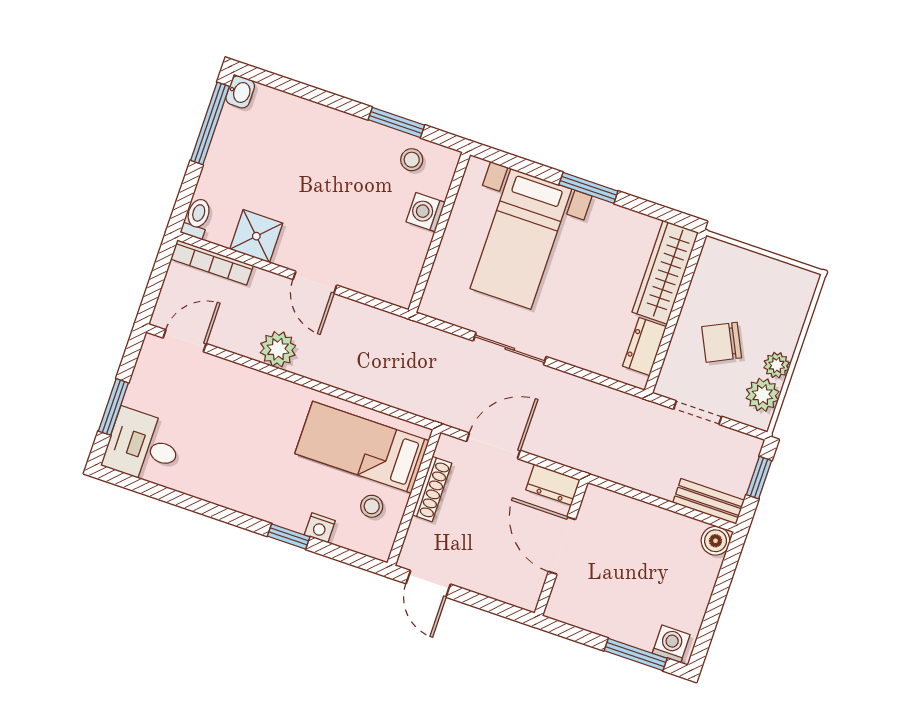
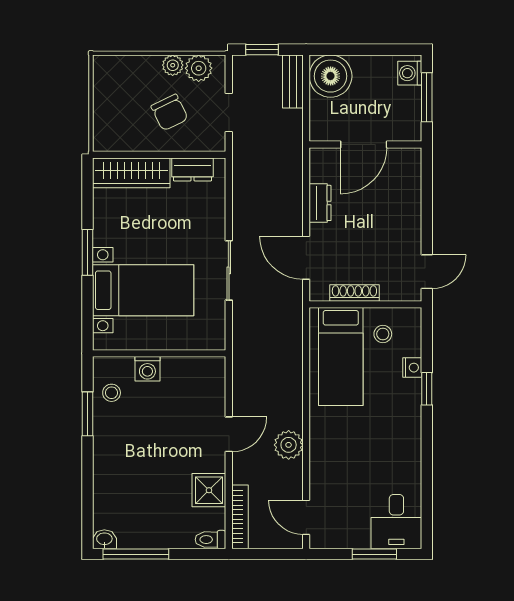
boiler: (716, 541) -> (331, 76), width x1.86, depth x1.86
door: (562, 545) -> (364, 145), moved
wall: (561, 548) -> (365, 145), moved

